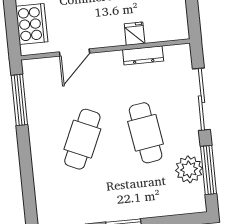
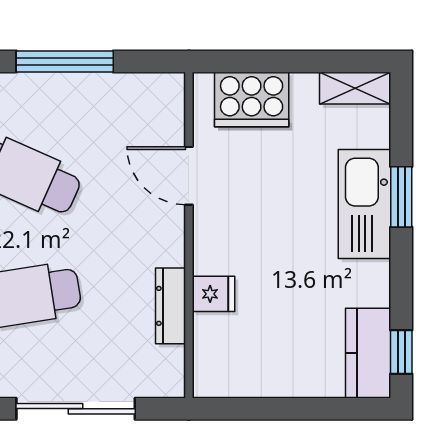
window: (19, 100) -> (65, 62), moved

